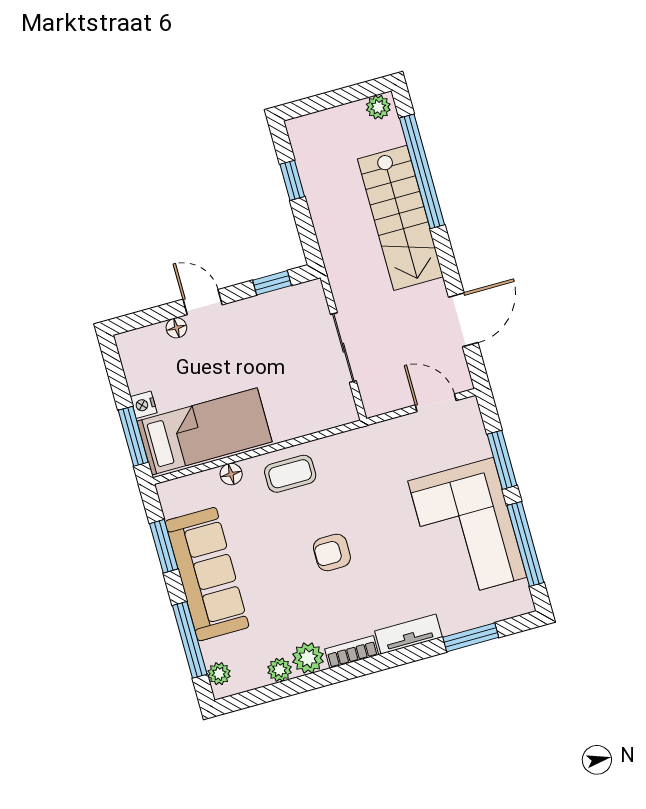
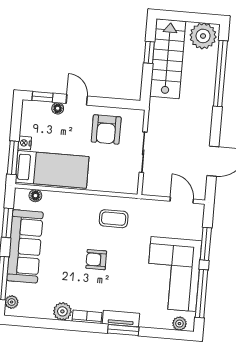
plant: (378, 107) -> (203, 36), width x1.88, depth x1.88
stairs: (400, 218) -> (168, 59), moved, turned 180
window: (272, 283) -> (42, 97), moved
armchair: (269, 333) -> (106, 129), added
floor lamp: (231, 474) -> (35, 196), moved
coffee table: (290, 474) -> (114, 219), moved
window: (471, 637) -> (123, 330), moved
plant: (280, 670) -> (179, 324), moved

